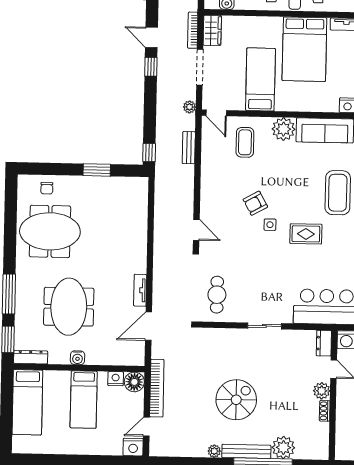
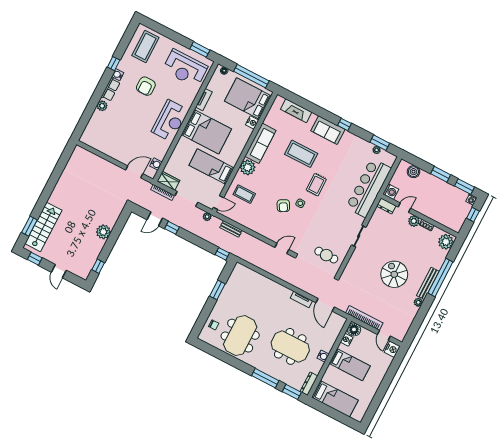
plant: (283, 448) -> (446, 242), moved

